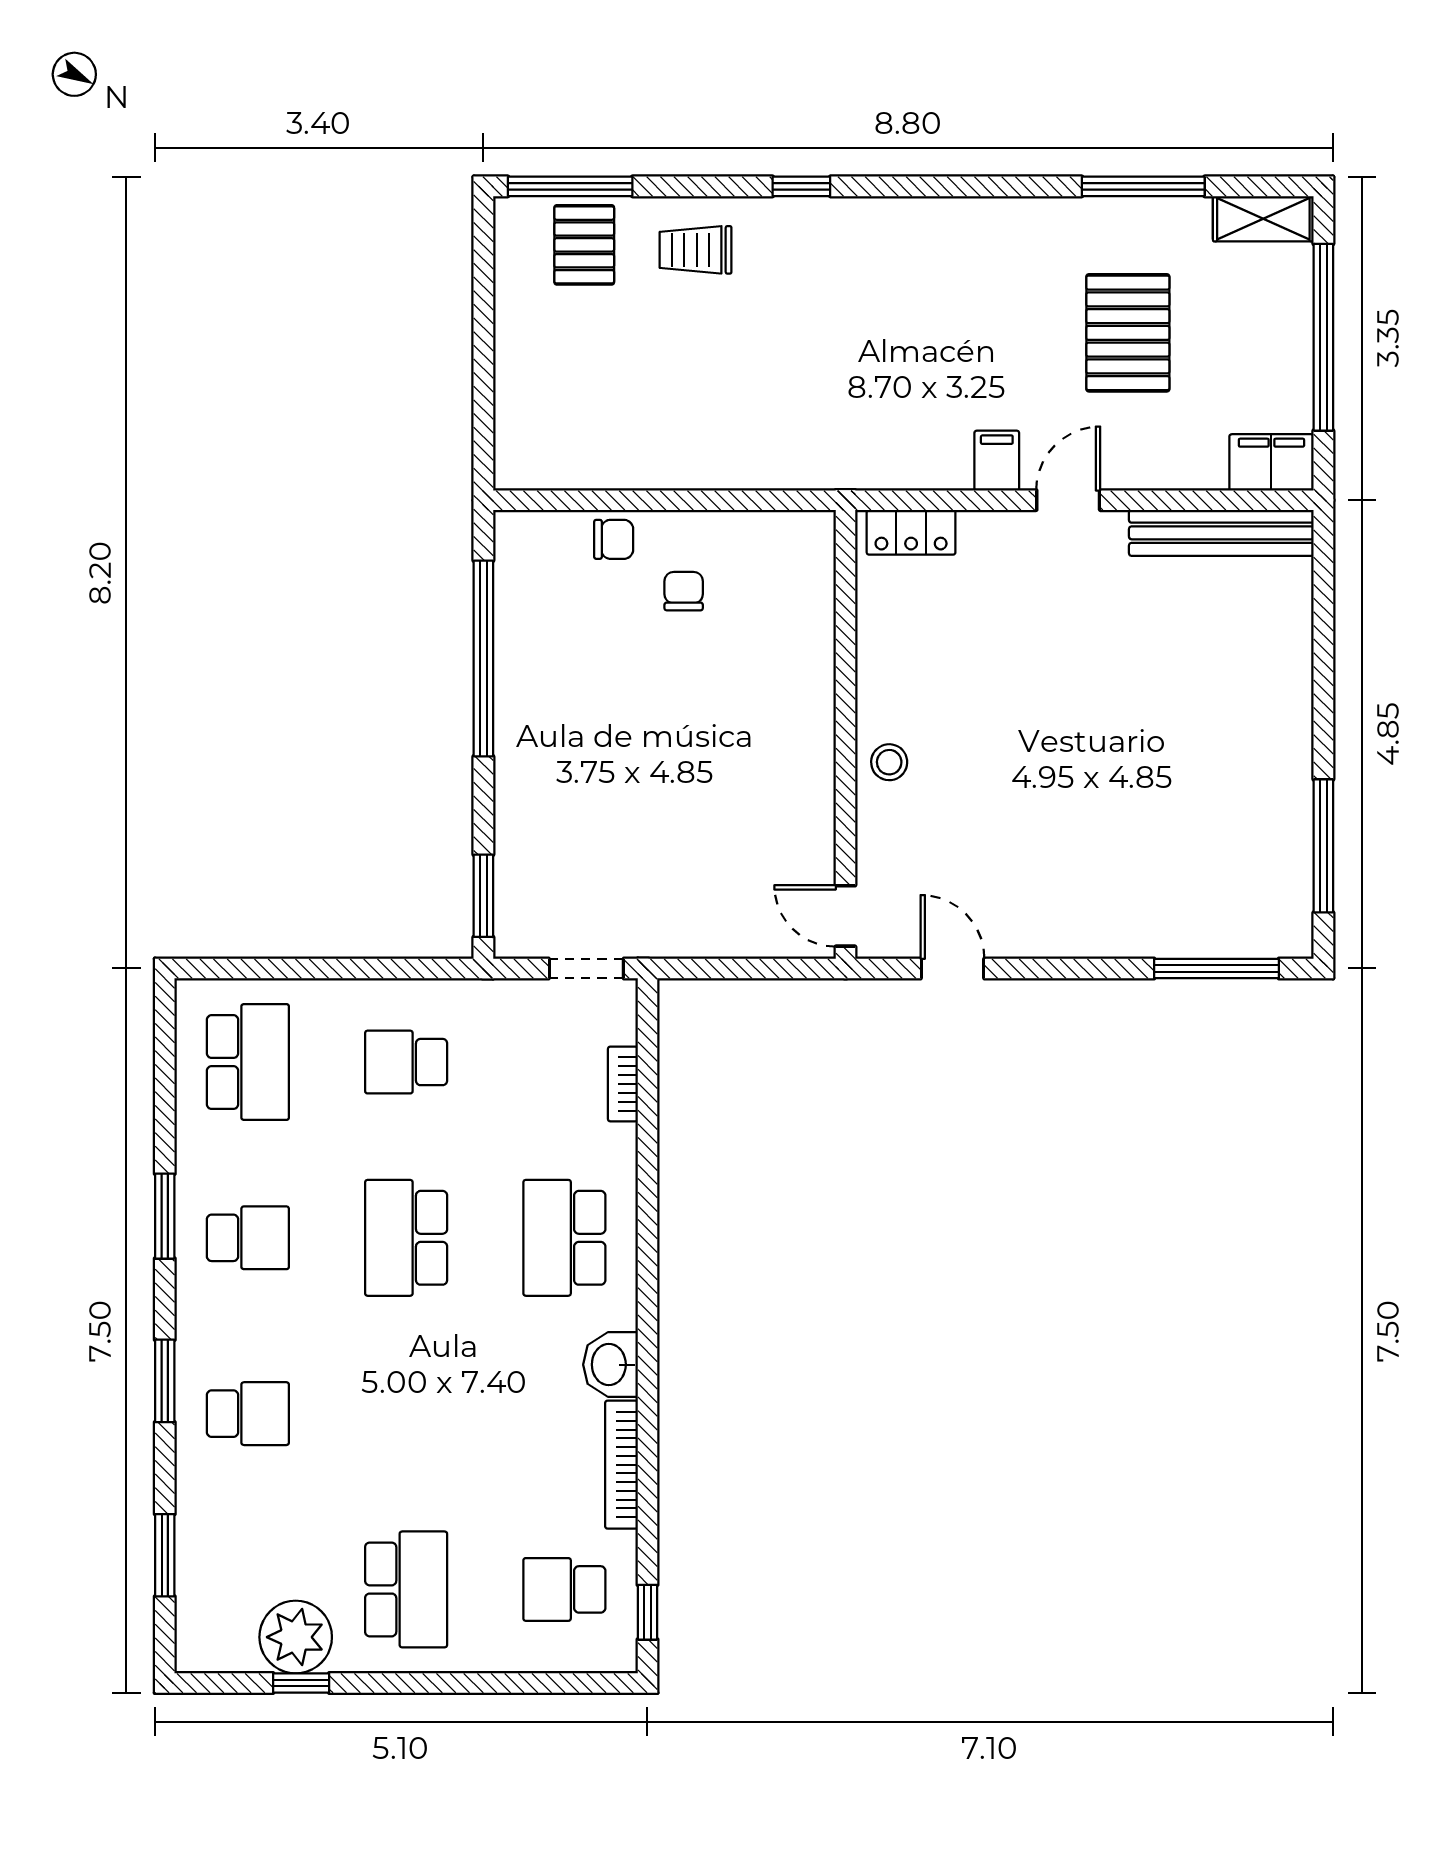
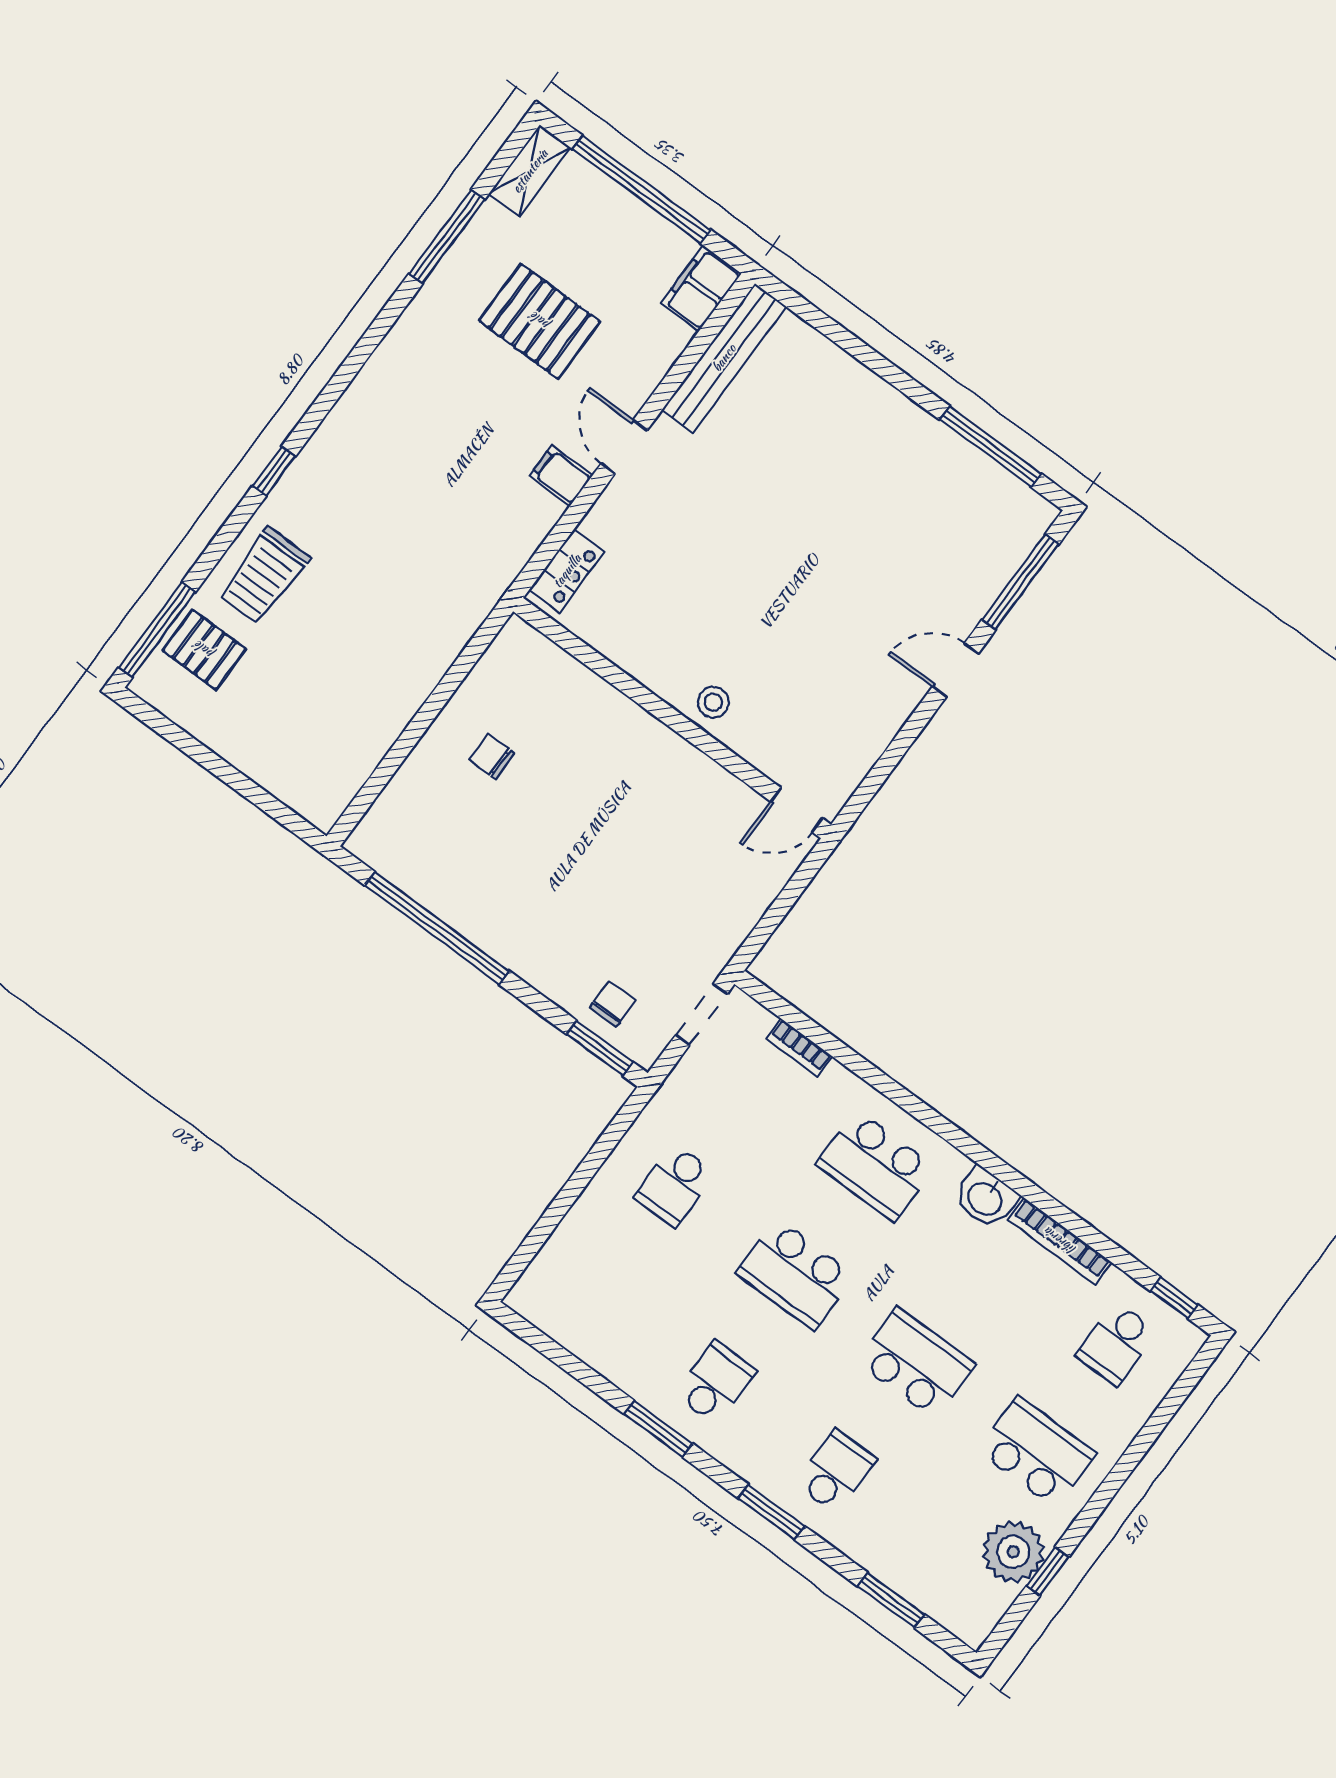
trolley: (696, 250) -> (264, 576), width x1.36, depth x1.39
chair: (614, 539) -> (613, 1004), moved
door: (952, 968) -> (955, 670), moved
school desk: (248, 1062) -> (916, 1363), moved

